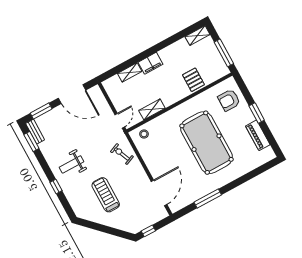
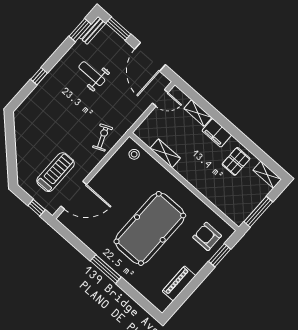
pallet: (193, 80) -> (236, 161), moved
window: (257, 113) -> (220, 255), moved
door: (120, 121) -> (160, 98), moved
weight bench: (71, 164) -> (92, 74), moved
treadmill: (106, 195) -> (56, 172), moved
window: (208, 198) -> (106, 269), moved
window: (148, 231) -> (37, 208), moved

